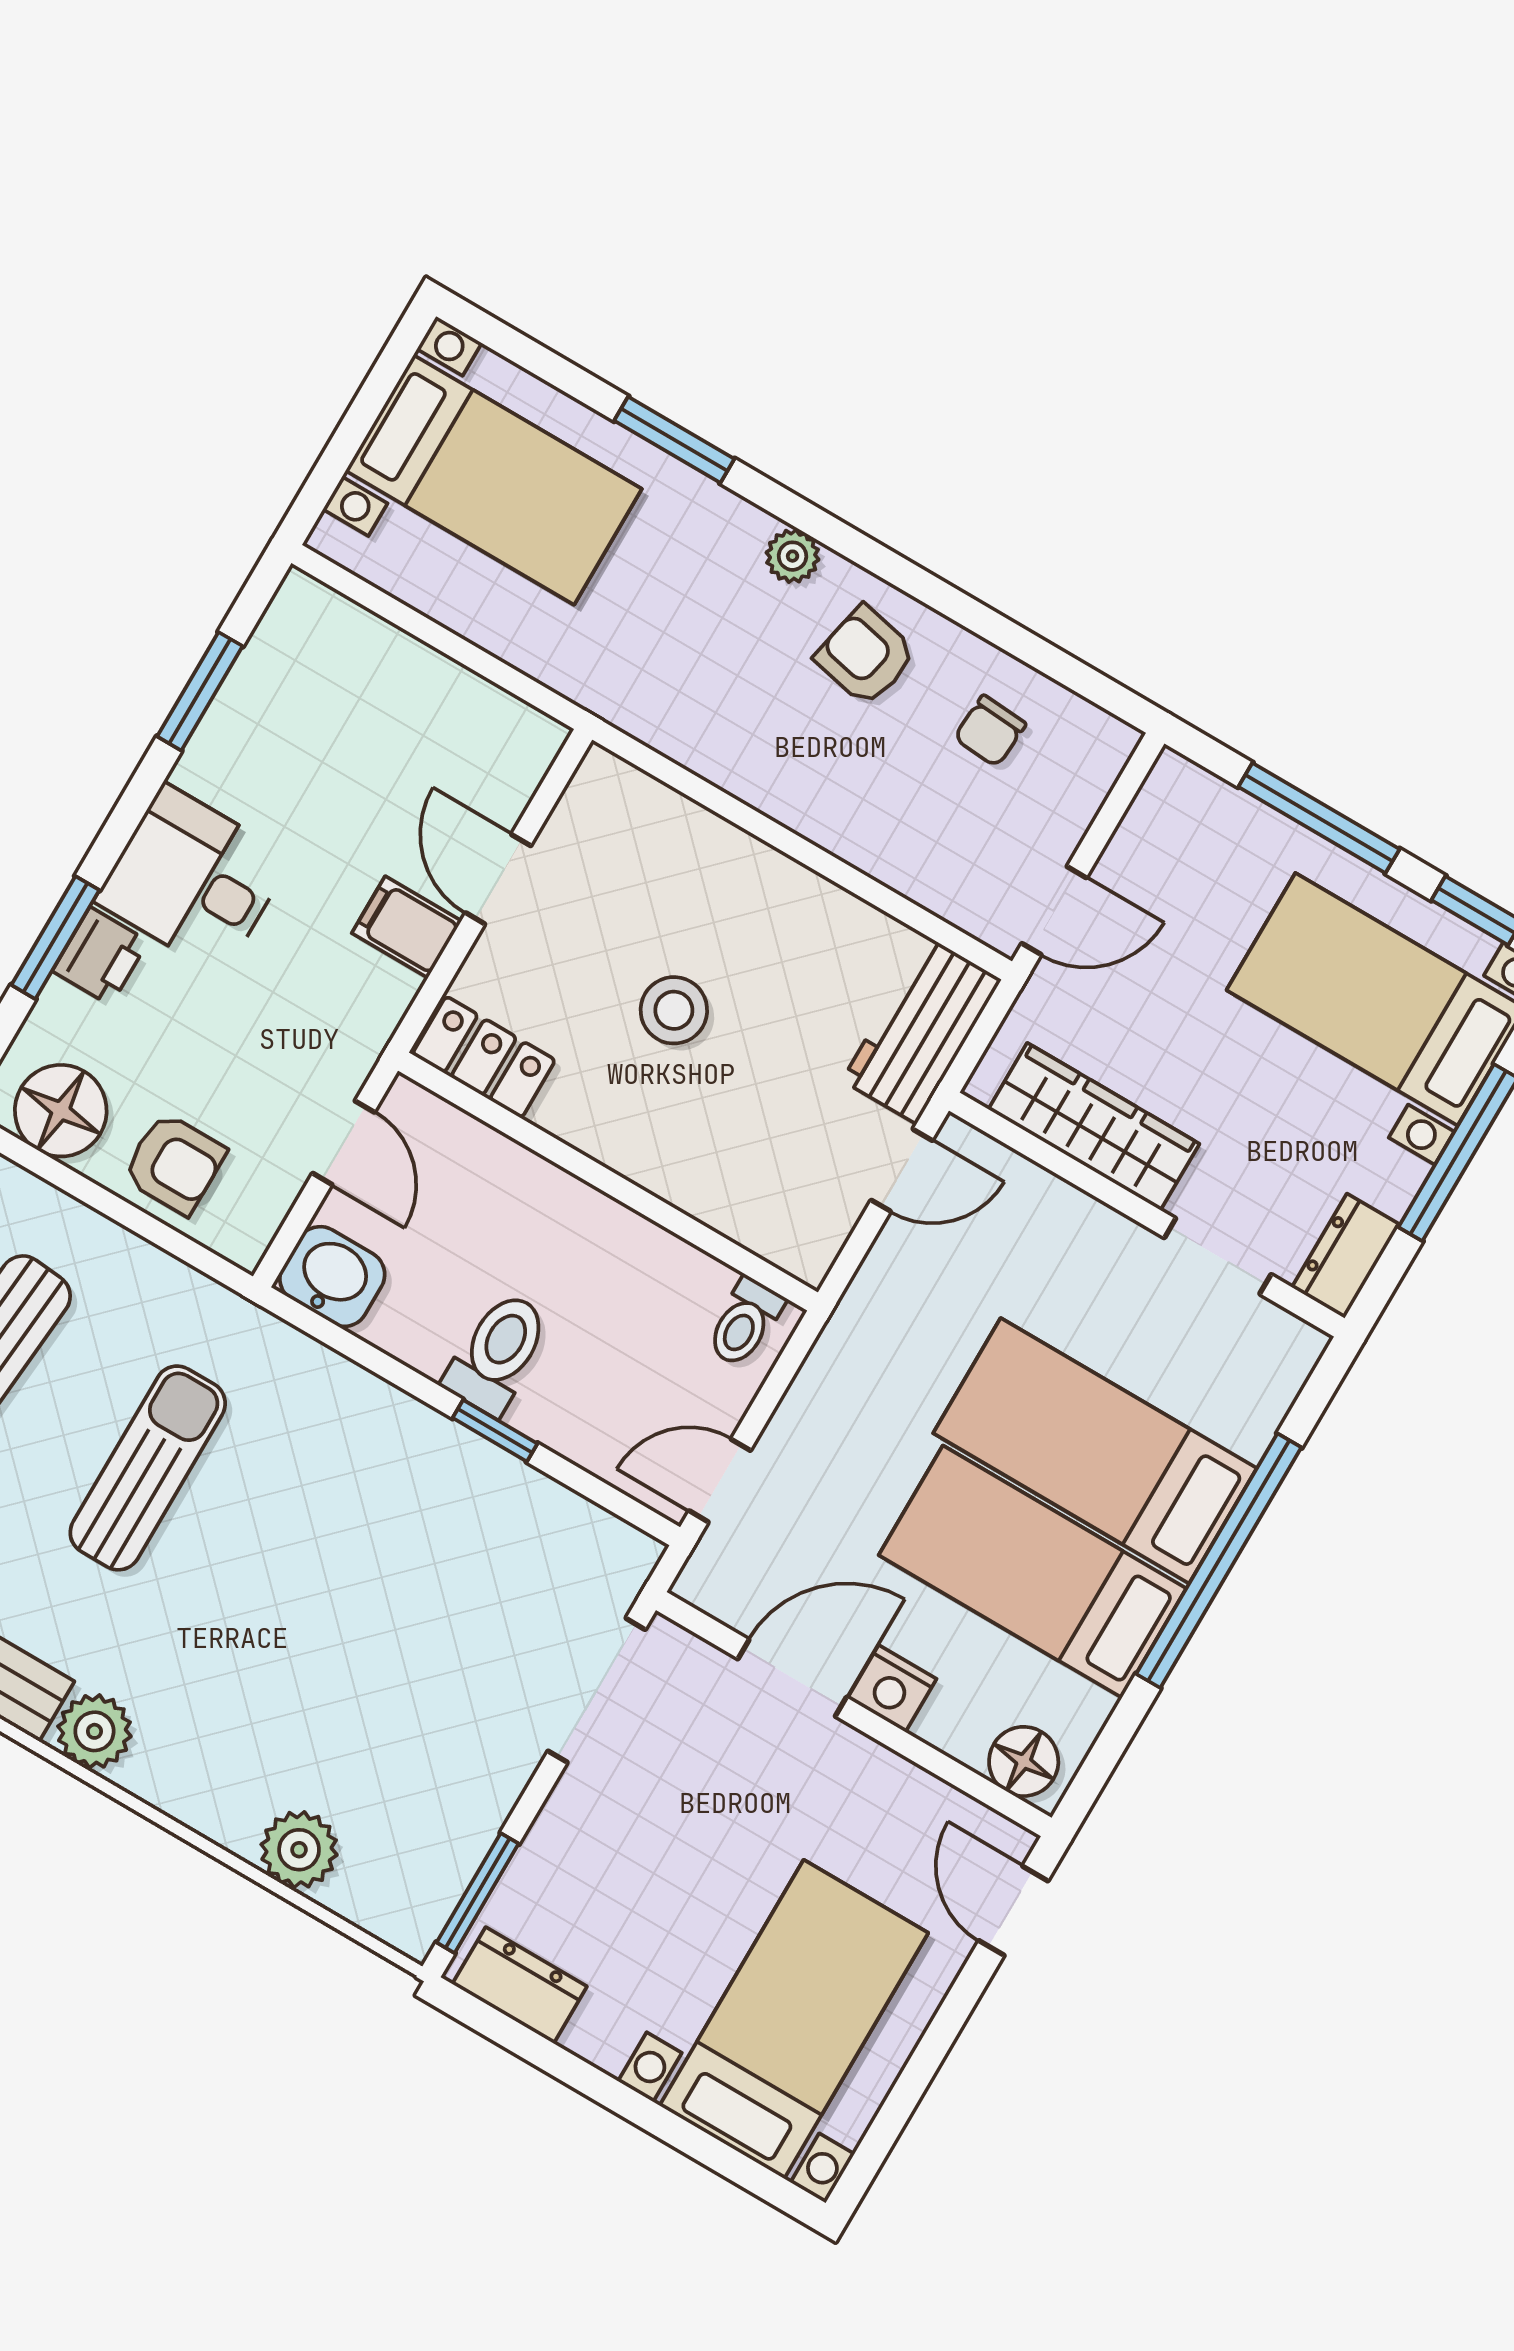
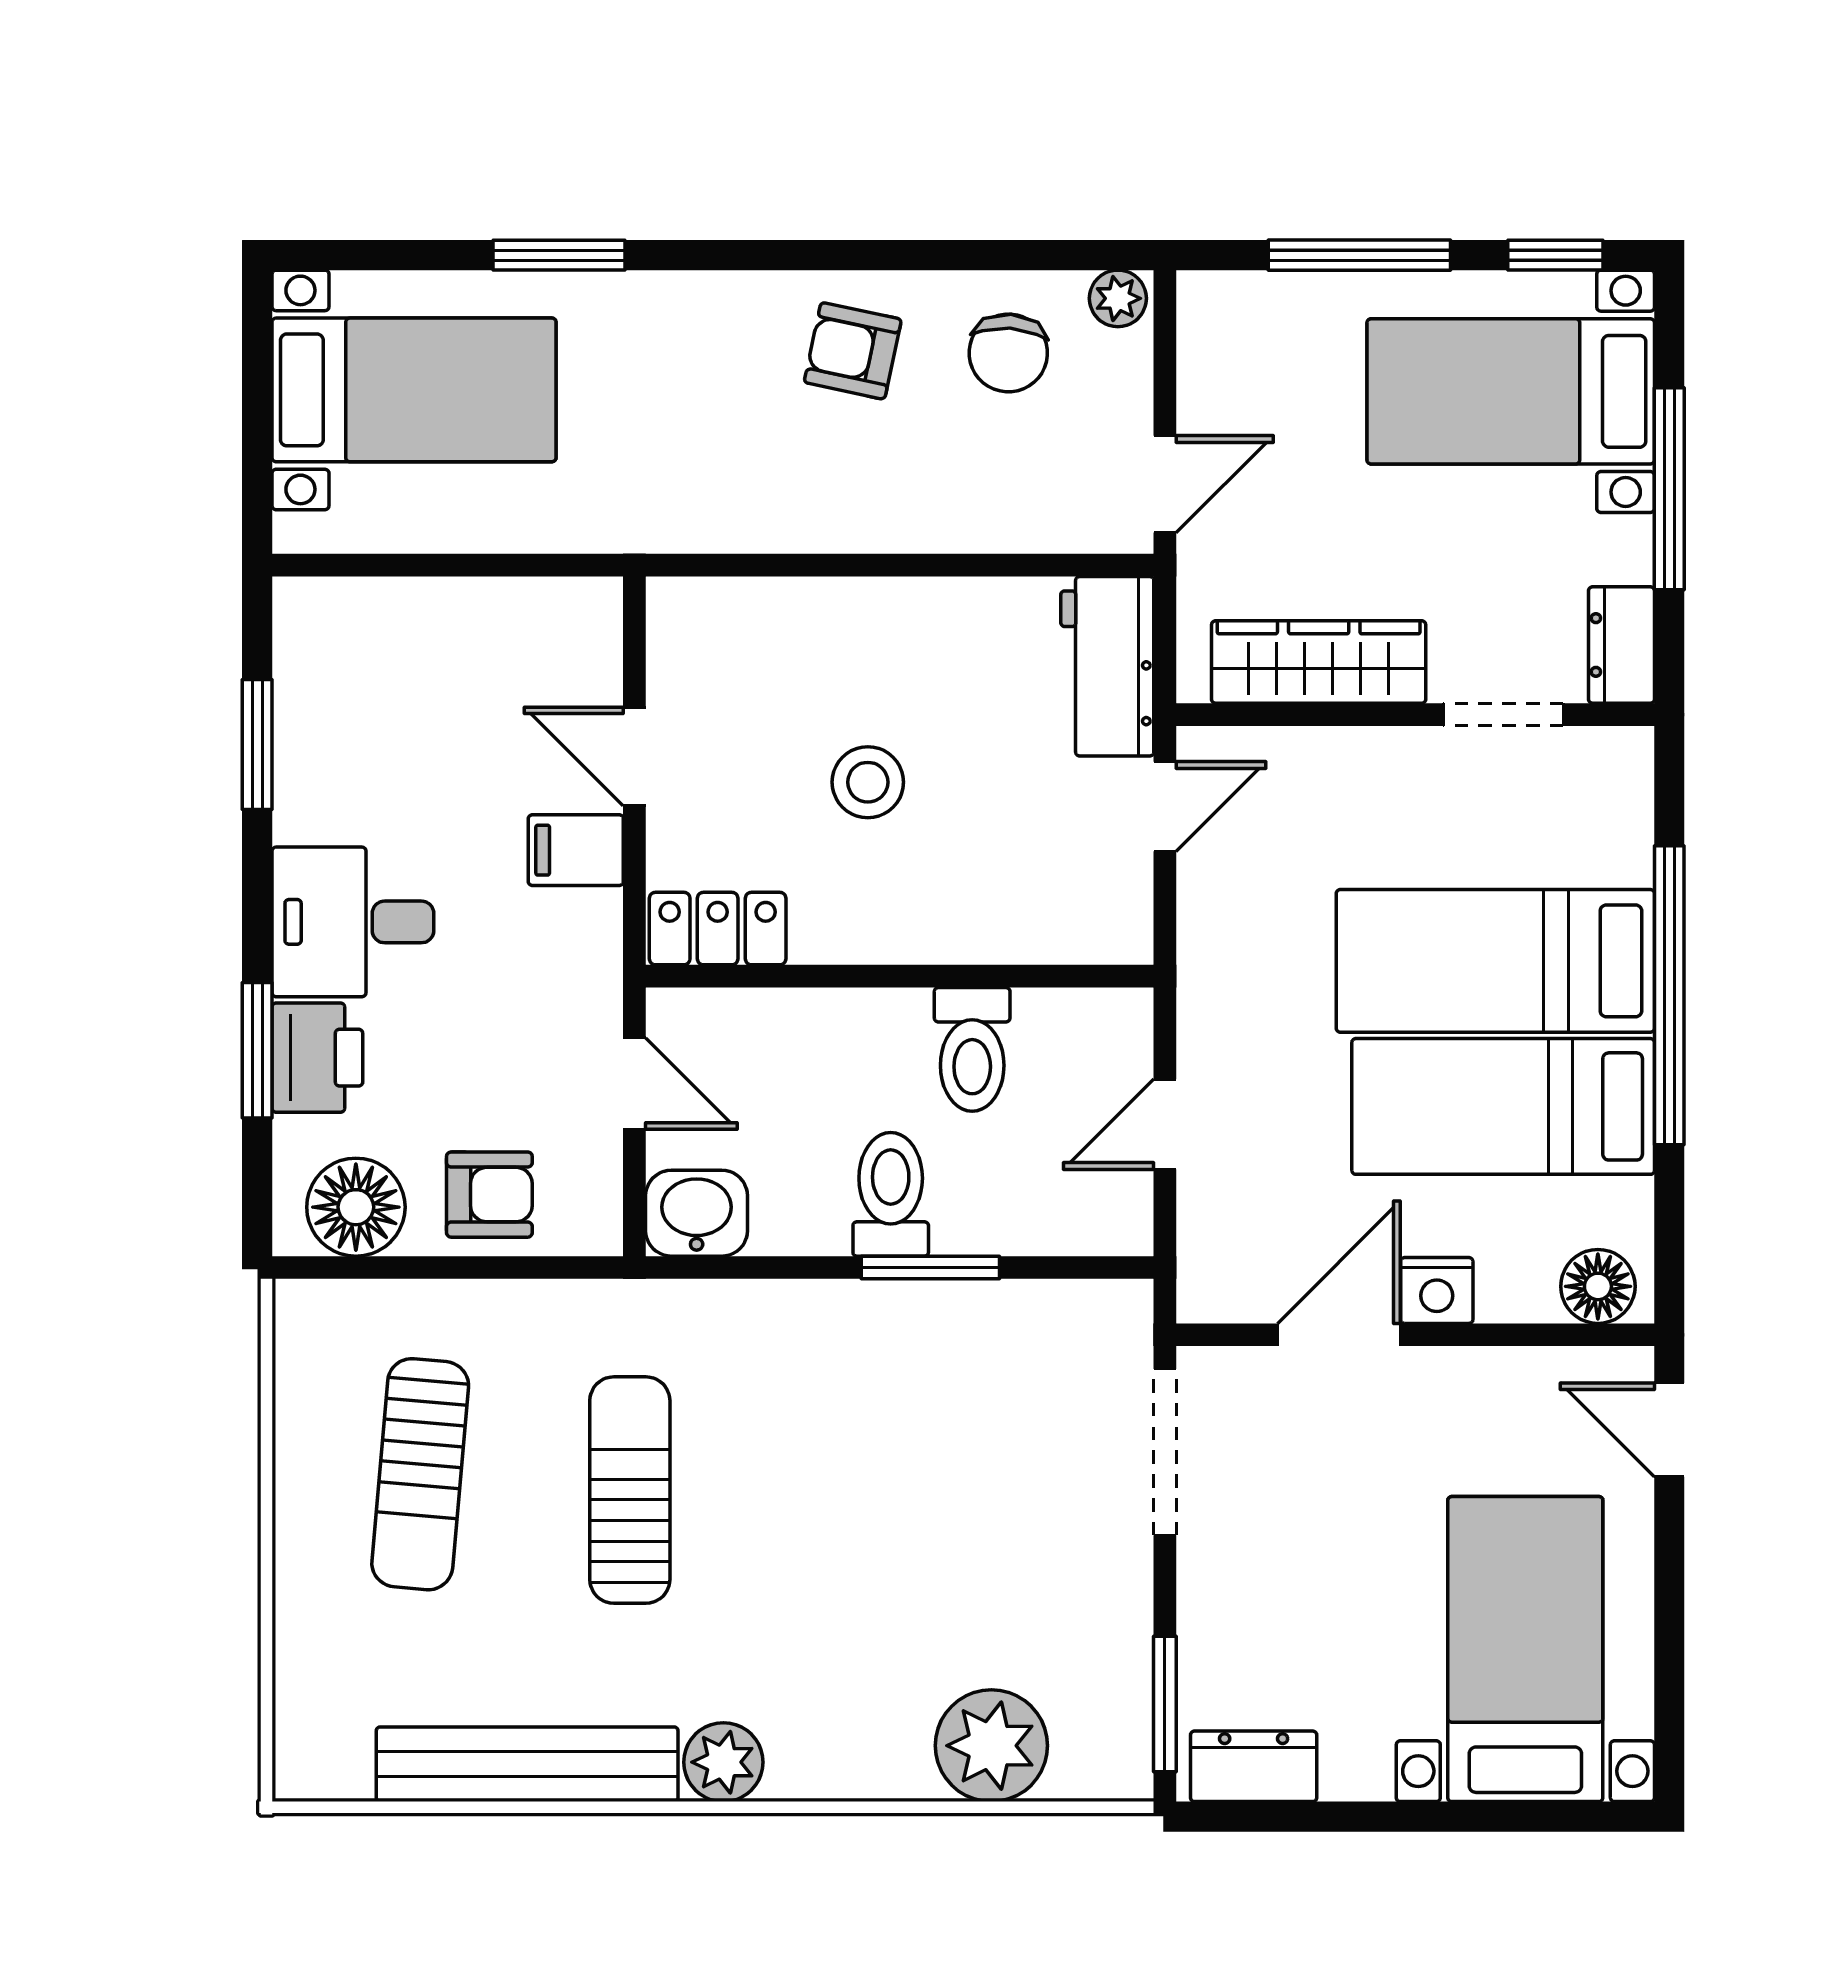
plant: (793, 556) -> (1118, 298), moved
chair: (990, 731) -> (1008, 353), width x1.37, depth x1.37
printer: (100, 956) -> (317, 1058), width x1.36, depth x1.24
toilet: (745, 1322) -> (972, 1049), moved, width x1.37, depth x1.39
window: (495, 1431) -> (930, 1268), width x1.50
door: (720, 1481) -> (1165, 1124), moved
plant: (299, 1850) -> (991, 1746), width x1.36, depth x1.36

